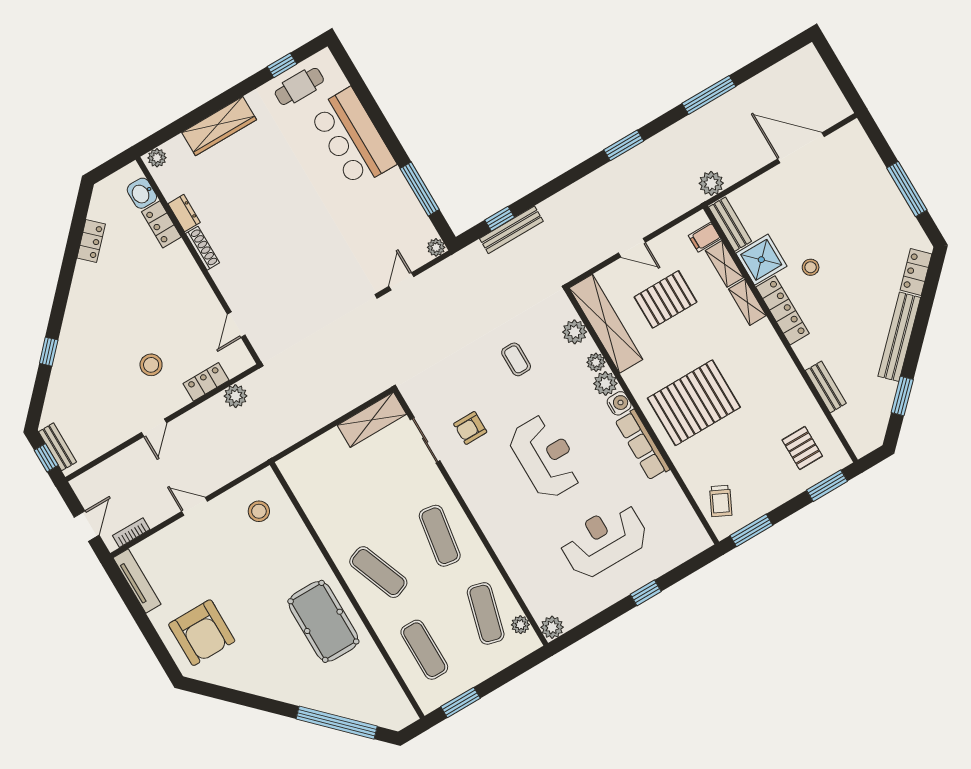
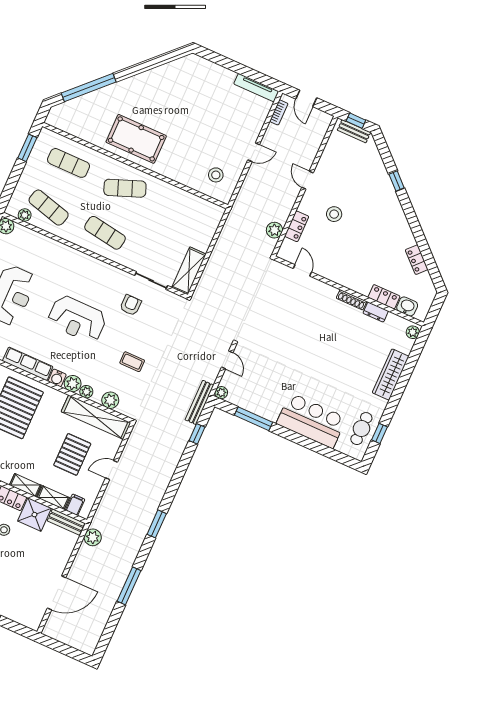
bench: (511, 230) -> (199, 402), moved
armchair: (202, 633) -> (200, 84), removed

